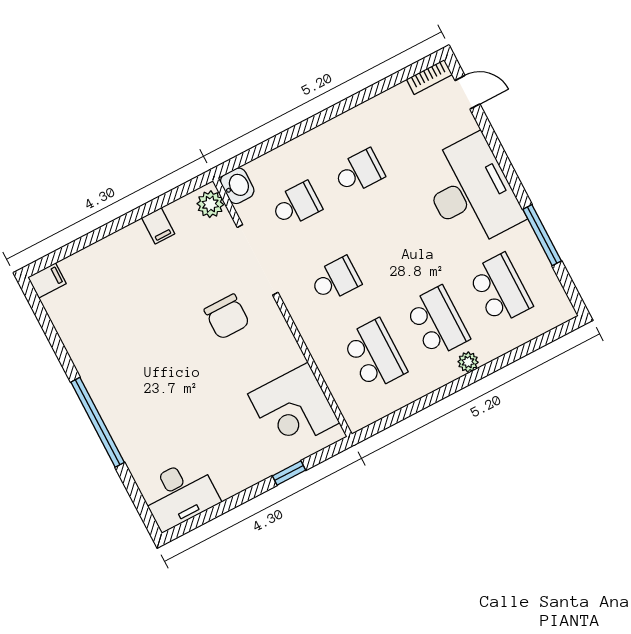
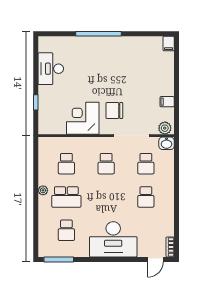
window: (542, 235) -> (59, 260), moved
school desk: (500, 289) -> (66, 230), width x0.54
school desk: (374, 355) -> (66, 164), width x0.54
plant: (468, 362) -> (43, 190), moved
corner desk: (294, 408) -> (83, 118), moved
desk: (180, 494) -> (51, 69), moved

